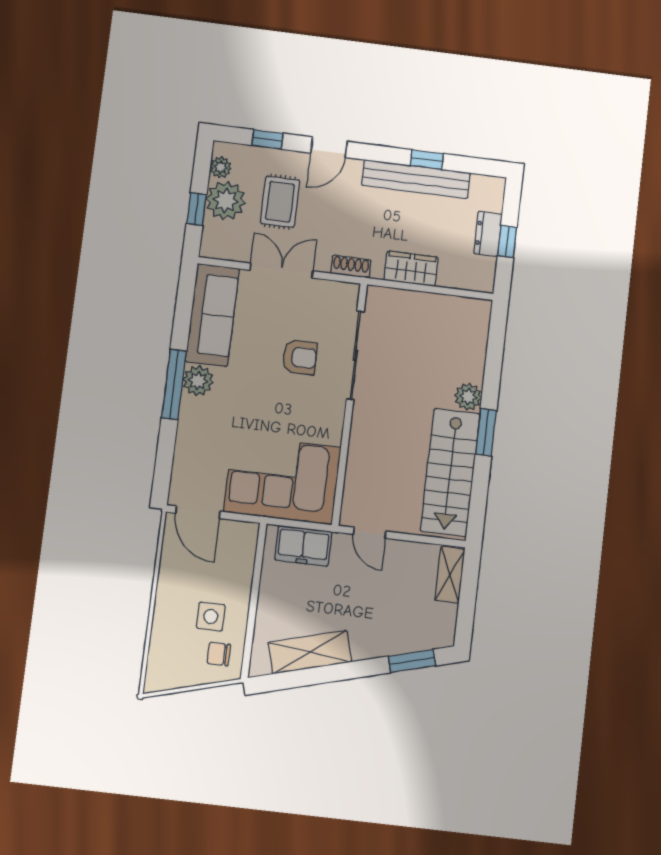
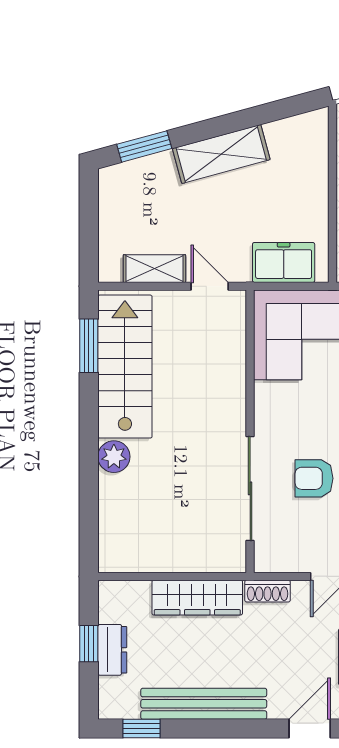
window: (427, 160) -> (142, 729), moved
wardrobe: (411, 269) -> (197, 598), width x1.50
window: (486, 432) -> (89, 346), moved
shelving: (450, 575) -> (154, 269), moved, turned 90
shelving: (310, 652) -> (221, 154), moved

